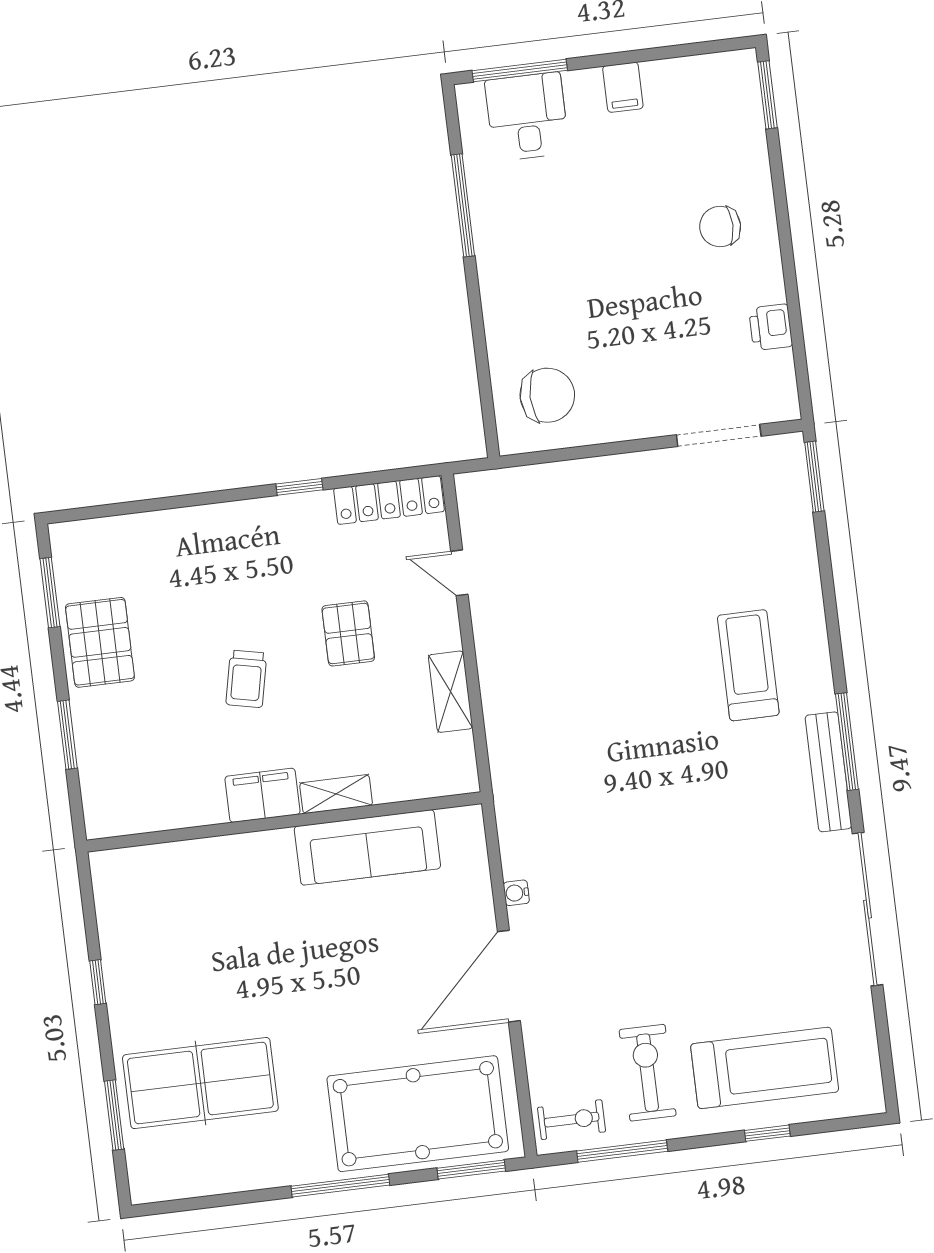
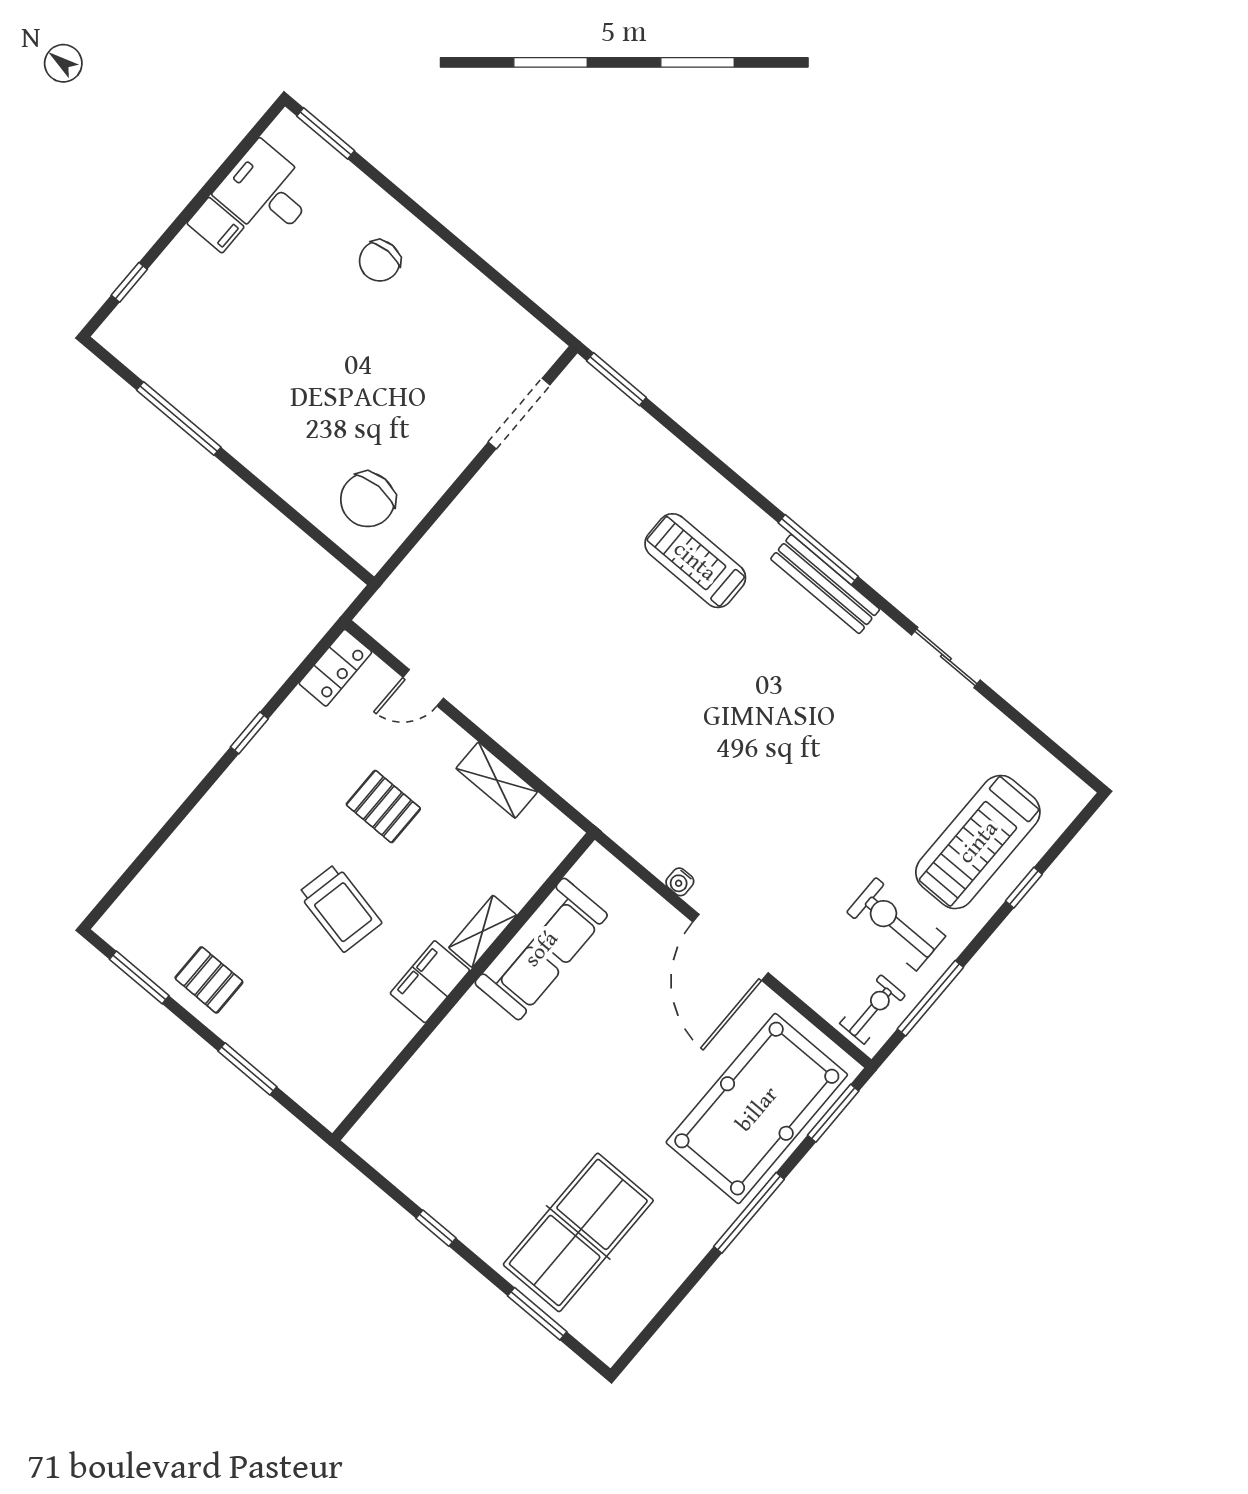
window: (520, 70) -> (129, 282), width x0.46
desk: (527, 117) -> (266, 192), moved
printer: (771, 327) -> (484, 300), removed
chair: (547, 395) -> (368, 500), turned 180
locker: (389, 500) -> (335, 668), width x0.66
pallet: (100, 642) -> (209, 980), width x0.67, depth x0.71
trolley: (246, 679) -> (340, 908), width x1.36, depth x1.39
sliding door: (868, 909) -> (946, 657), width x0.54
treadmill: (765, 1068) -> (978, 842), turned 180

